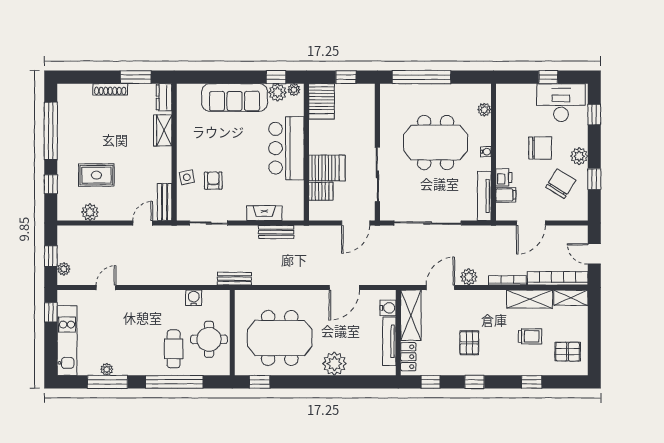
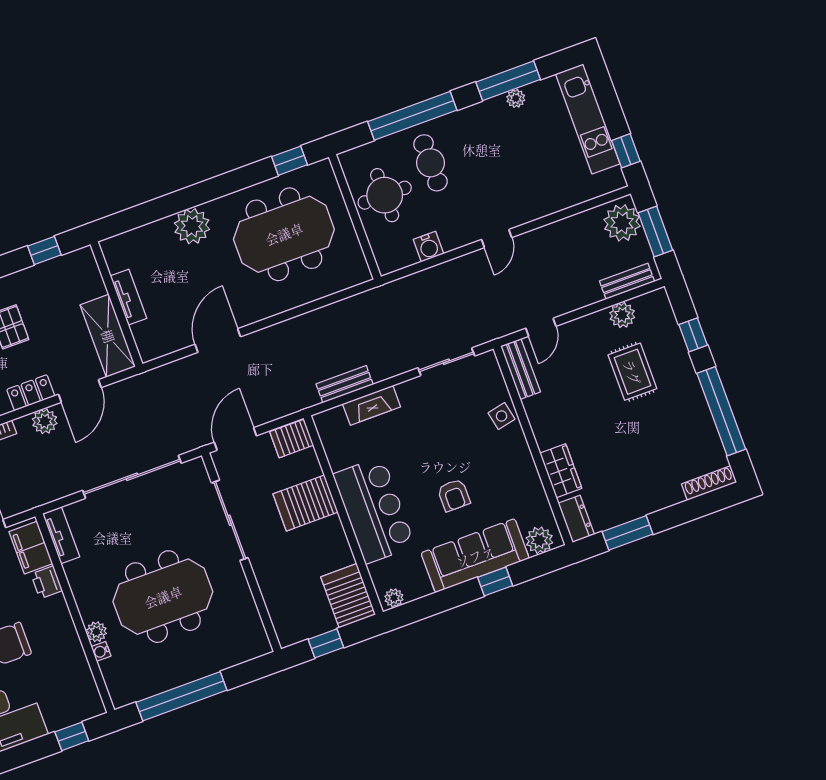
window: (276, 77) -> (495, 581), moved
window: (422, 77) -> (181, 696), moved
window: (548, 77) -> (72, 736), moved
shoe rack: (110, 89) -> (709, 483), moved
plant: (278, 92) -> (539, 540), moved
plant: (484, 110) -> (96, 632), moved
water cooler: (486, 152) -> (101, 651), moved
rug: (96, 175) -> (632, 372), turned 90
armchair: (213, 181) -> (454, 495), moved
server rack: (321, 191) -> (292, 438), moved
filing cabinet: (506, 195) -> (31, 548), width x2.00
tv unit: (484, 196) -> (61, 535), width x0.71
window: (51, 256) -> (655, 231), width x1.50
plant: (64, 269) -> (622, 223), width x1.88, depth x1.88
bench: (234, 279) -> (627, 281), moved
door: (106, 288) -> (497, 238), moved
water cooler: (388, 308) -> (144, 334), removed
tv unit: (389, 341) -> (129, 297), width x0.71
locker: (408, 357) -> (31, 393), moved, turned 90

